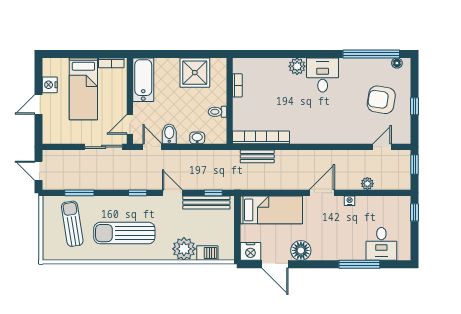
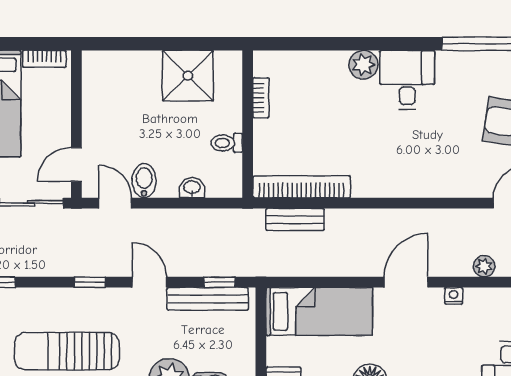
bathtub: (143, 80) -> (99, 88), removed

